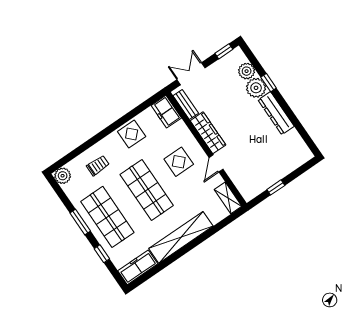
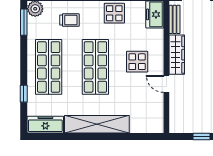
door: (216, 163) -> (166, 84), hinge flipped
shelving: (228, 198) -> (157, 118), removed
window: (80, 222) -> (24, 22), moved

